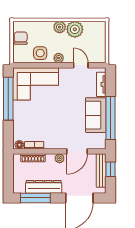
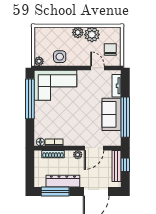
chair: (21, 38) -> (110, 49), moved
plant: (59, 58) -> (39, 61), moved

